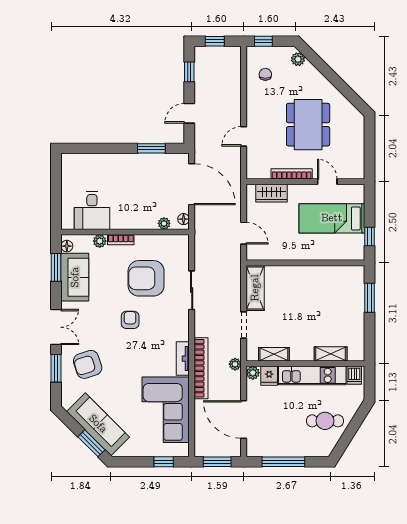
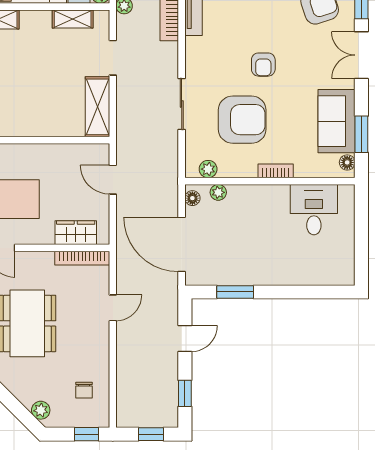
bookcase: (292, 174) -> (82, 258), moved
plant: (100, 241) -> (208, 169), moved

